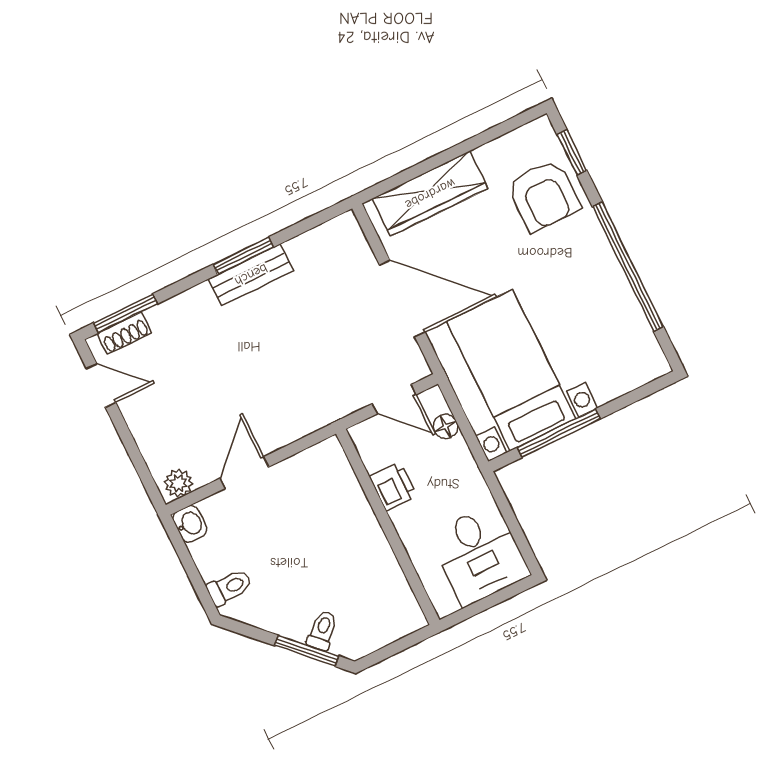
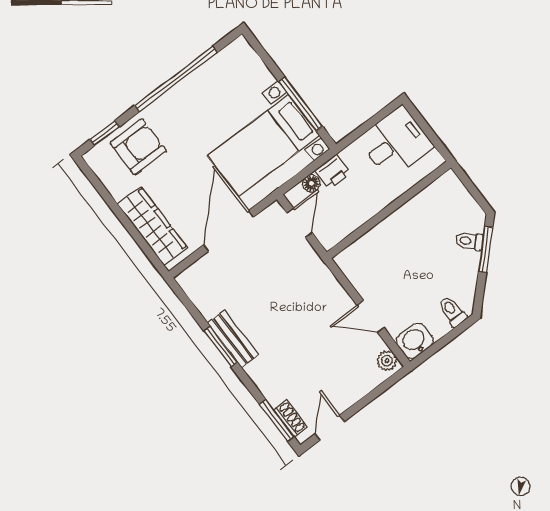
printer: (393, 486) -> (333, 172), moved, turned 180
washbasin: (190, 524) -> (415, 341), width x1.38, depth x1.45

